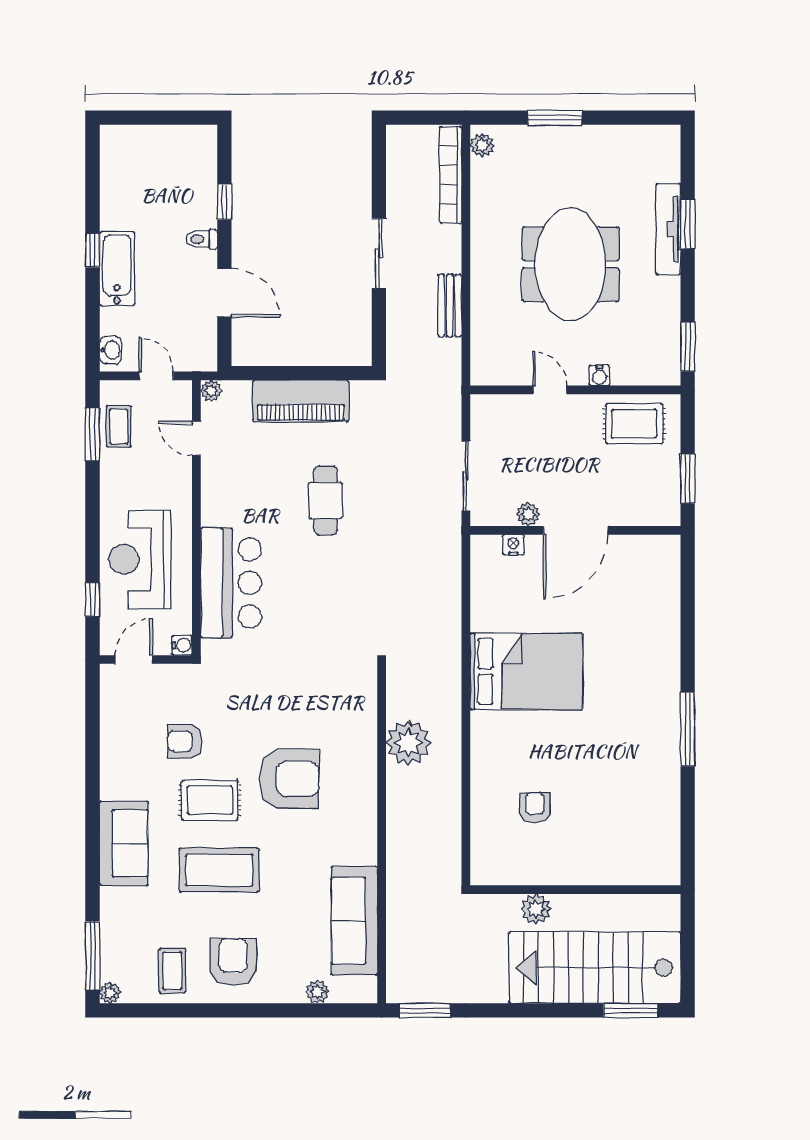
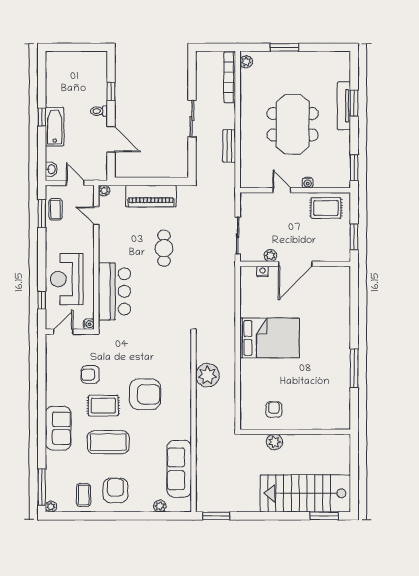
wall: (575, 890) -> (295, 432), moved
plant: (536, 909) -> (274, 442), moved

